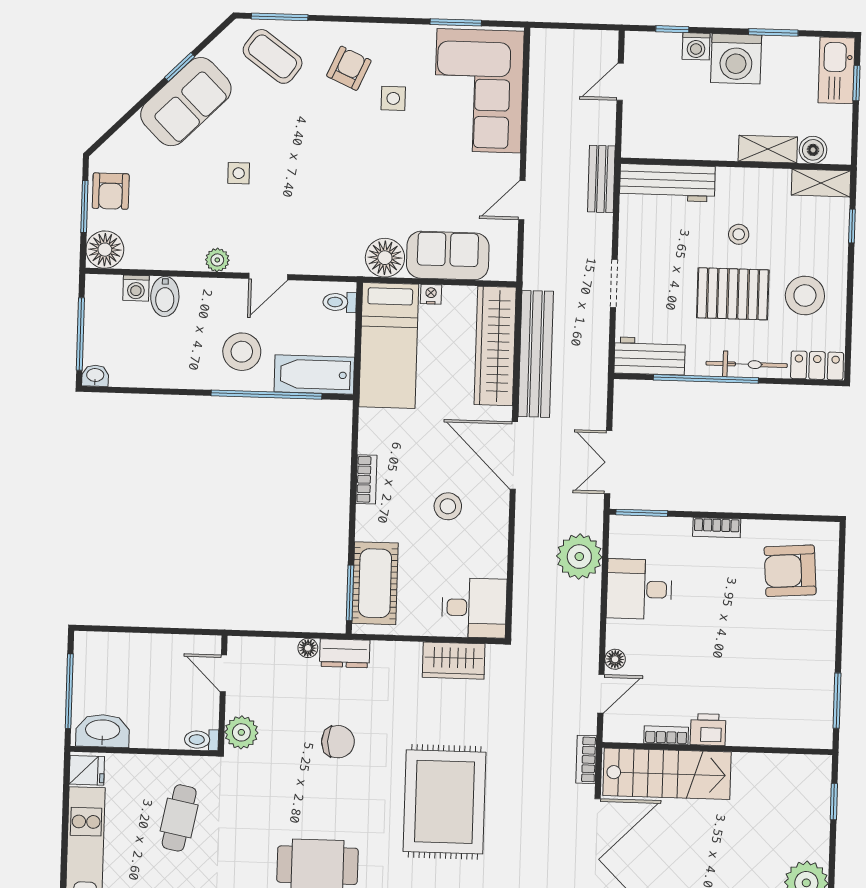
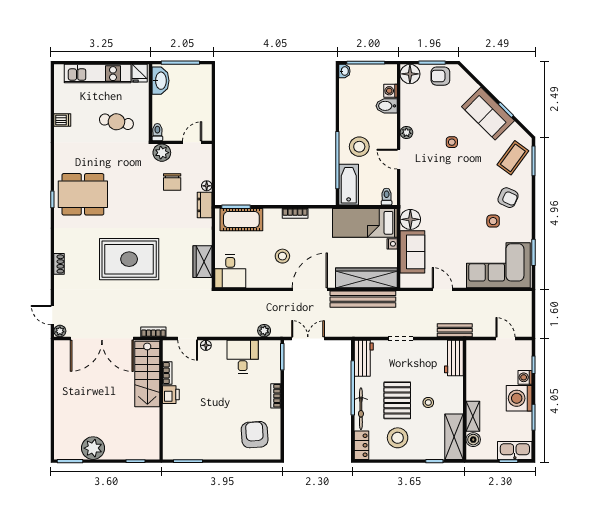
workbench: (667, 183) -> (454, 358), width x0.73
shelving: (821, 183) -> (454, 437), width x1.50, depth x1.33
plant: (579, 557) -> (264, 331), width x0.53, depth x0.53
chair: (338, 742) -> (172, 182), moved

